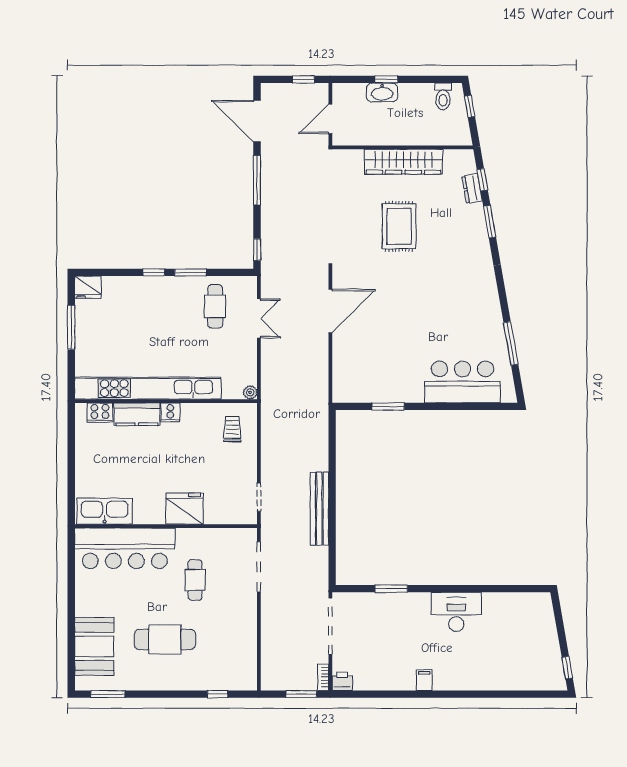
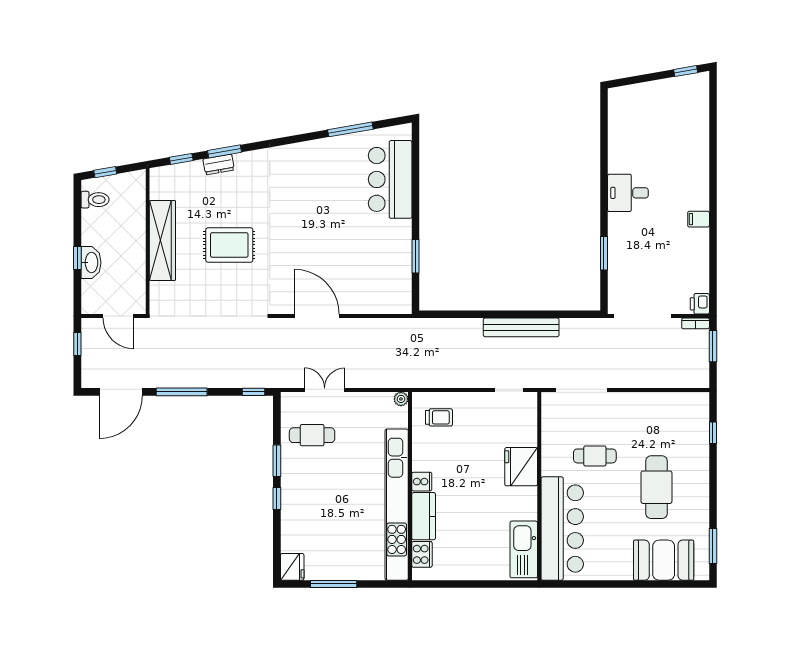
dresser: (472, 189) -> (219, 165), moved
trolley: (232, 429) -> (439, 417), turned 180
desk: (456, 612) -> (628, 193), width x0.73

